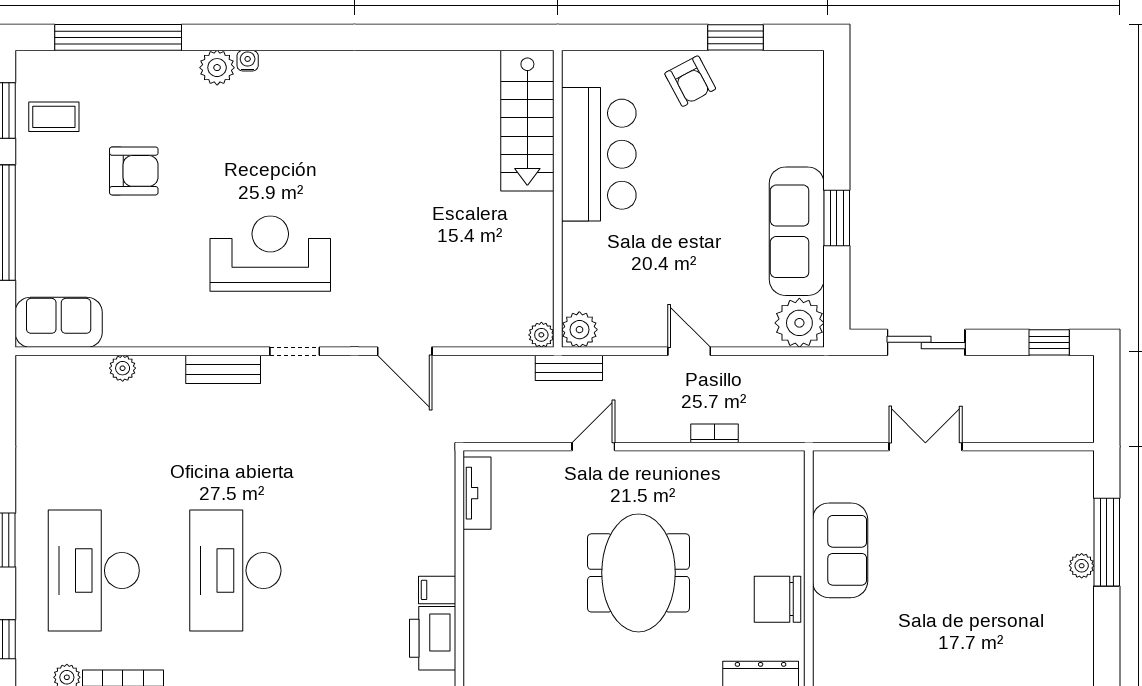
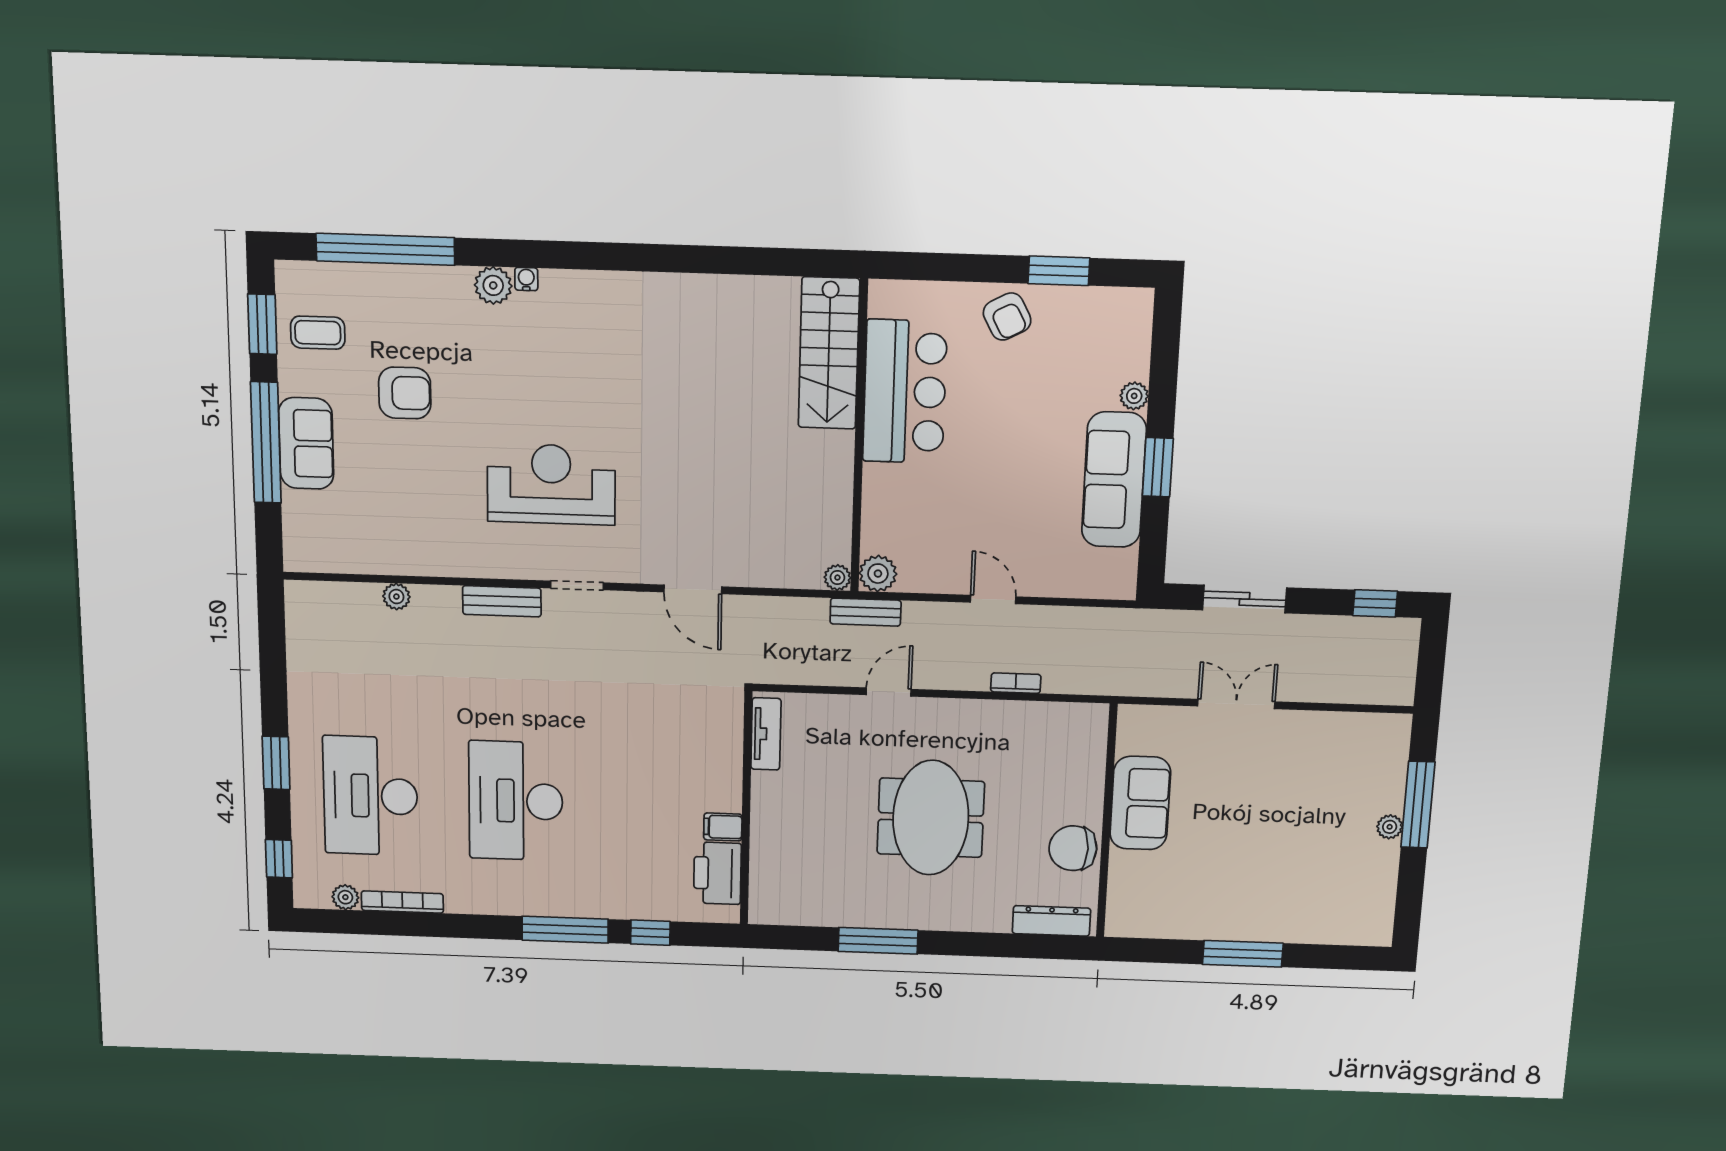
sofa: (59, 322) -> (306, 443), moved, turned 90
plant: (799, 323) -> (1134, 396), moved, width x0.53, depth x0.53

